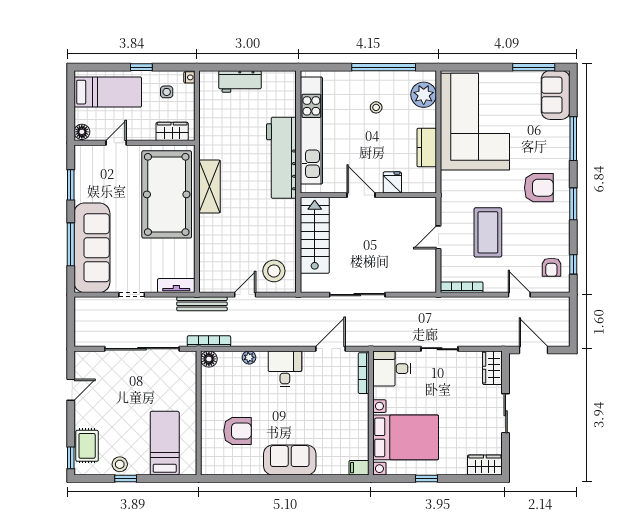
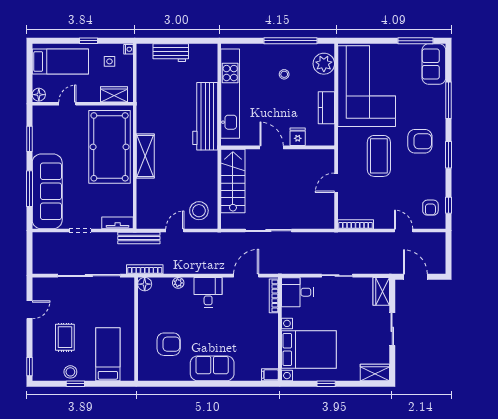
shelving: (210, 186) -> (145, 156), moved
coffee table: (488, 232) -> (379, 156), moved
rug: (87, 446) -> (65, 337), moved

